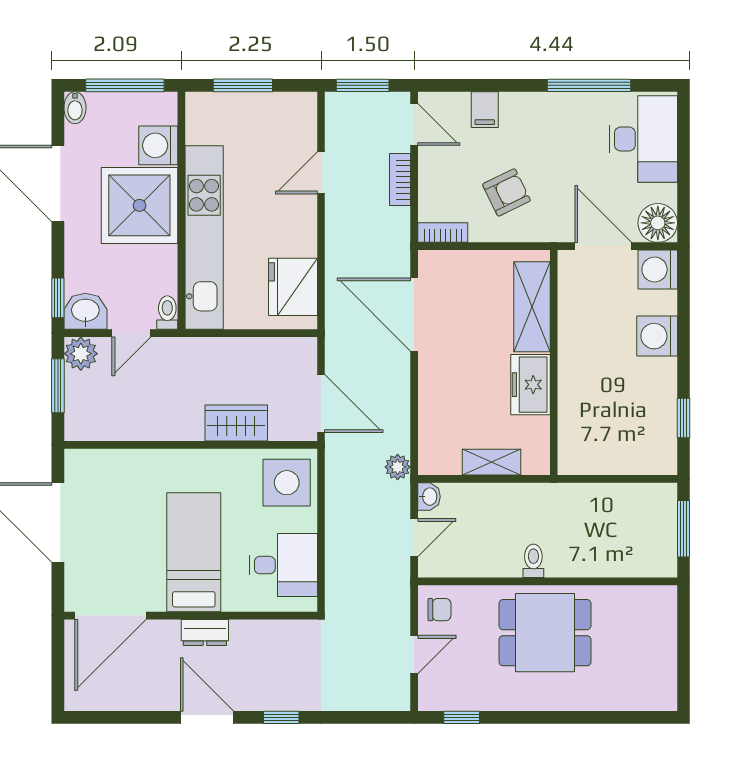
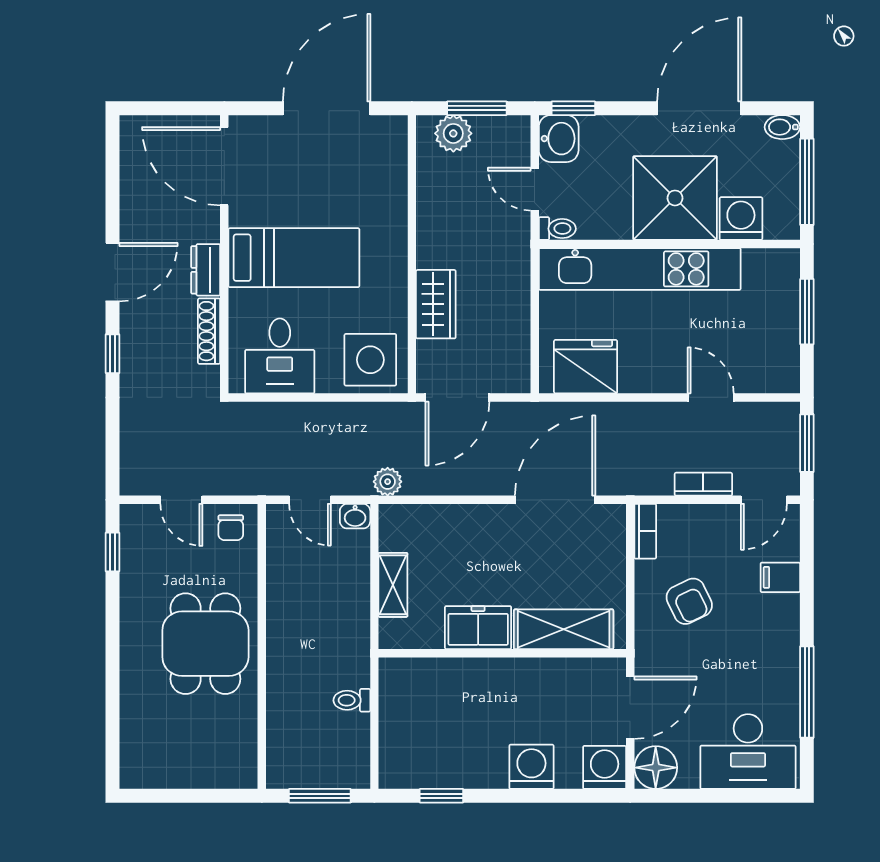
plant: (81, 354) -> (453, 133), moved
toilet: (533, 561) -> (352, 700), moved, turned 180
shoe rack: (261, 629) -> (209, 331), added

